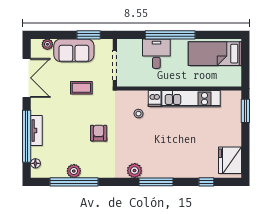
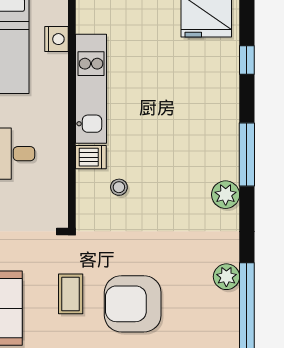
nightstand: (218, 80) -> (57, 39), added
armchair: (99, 133) -> (133, 304), moved, width x1.88, depth x1.88
plant: (74, 171) -> (226, 277), moved

